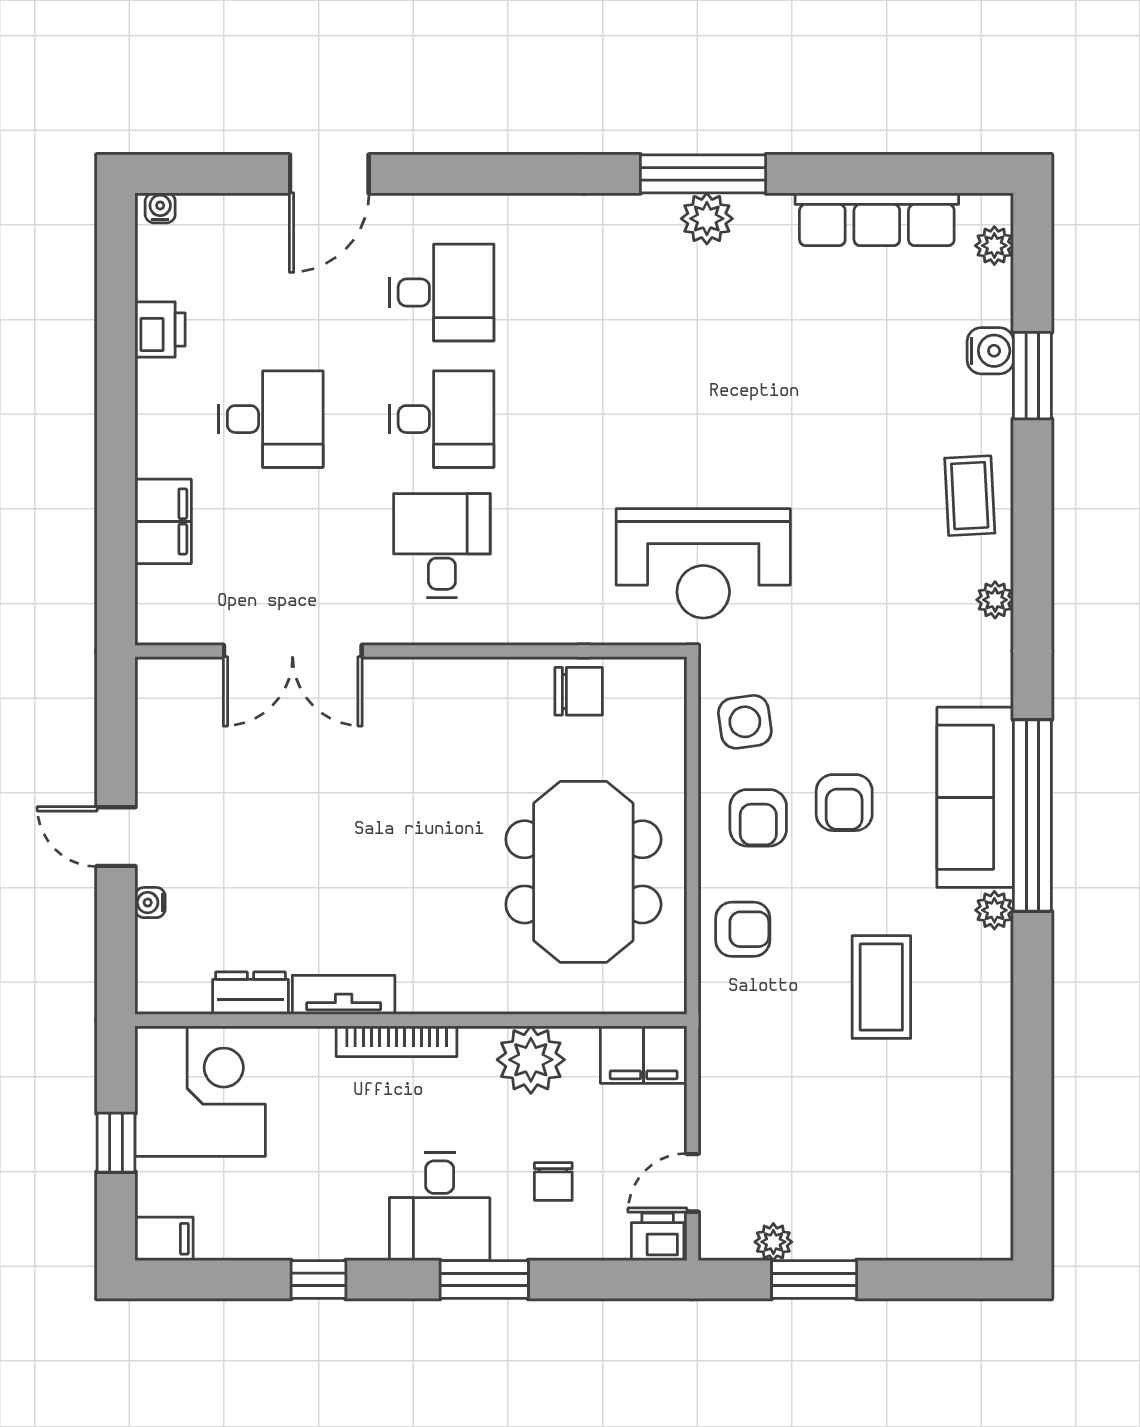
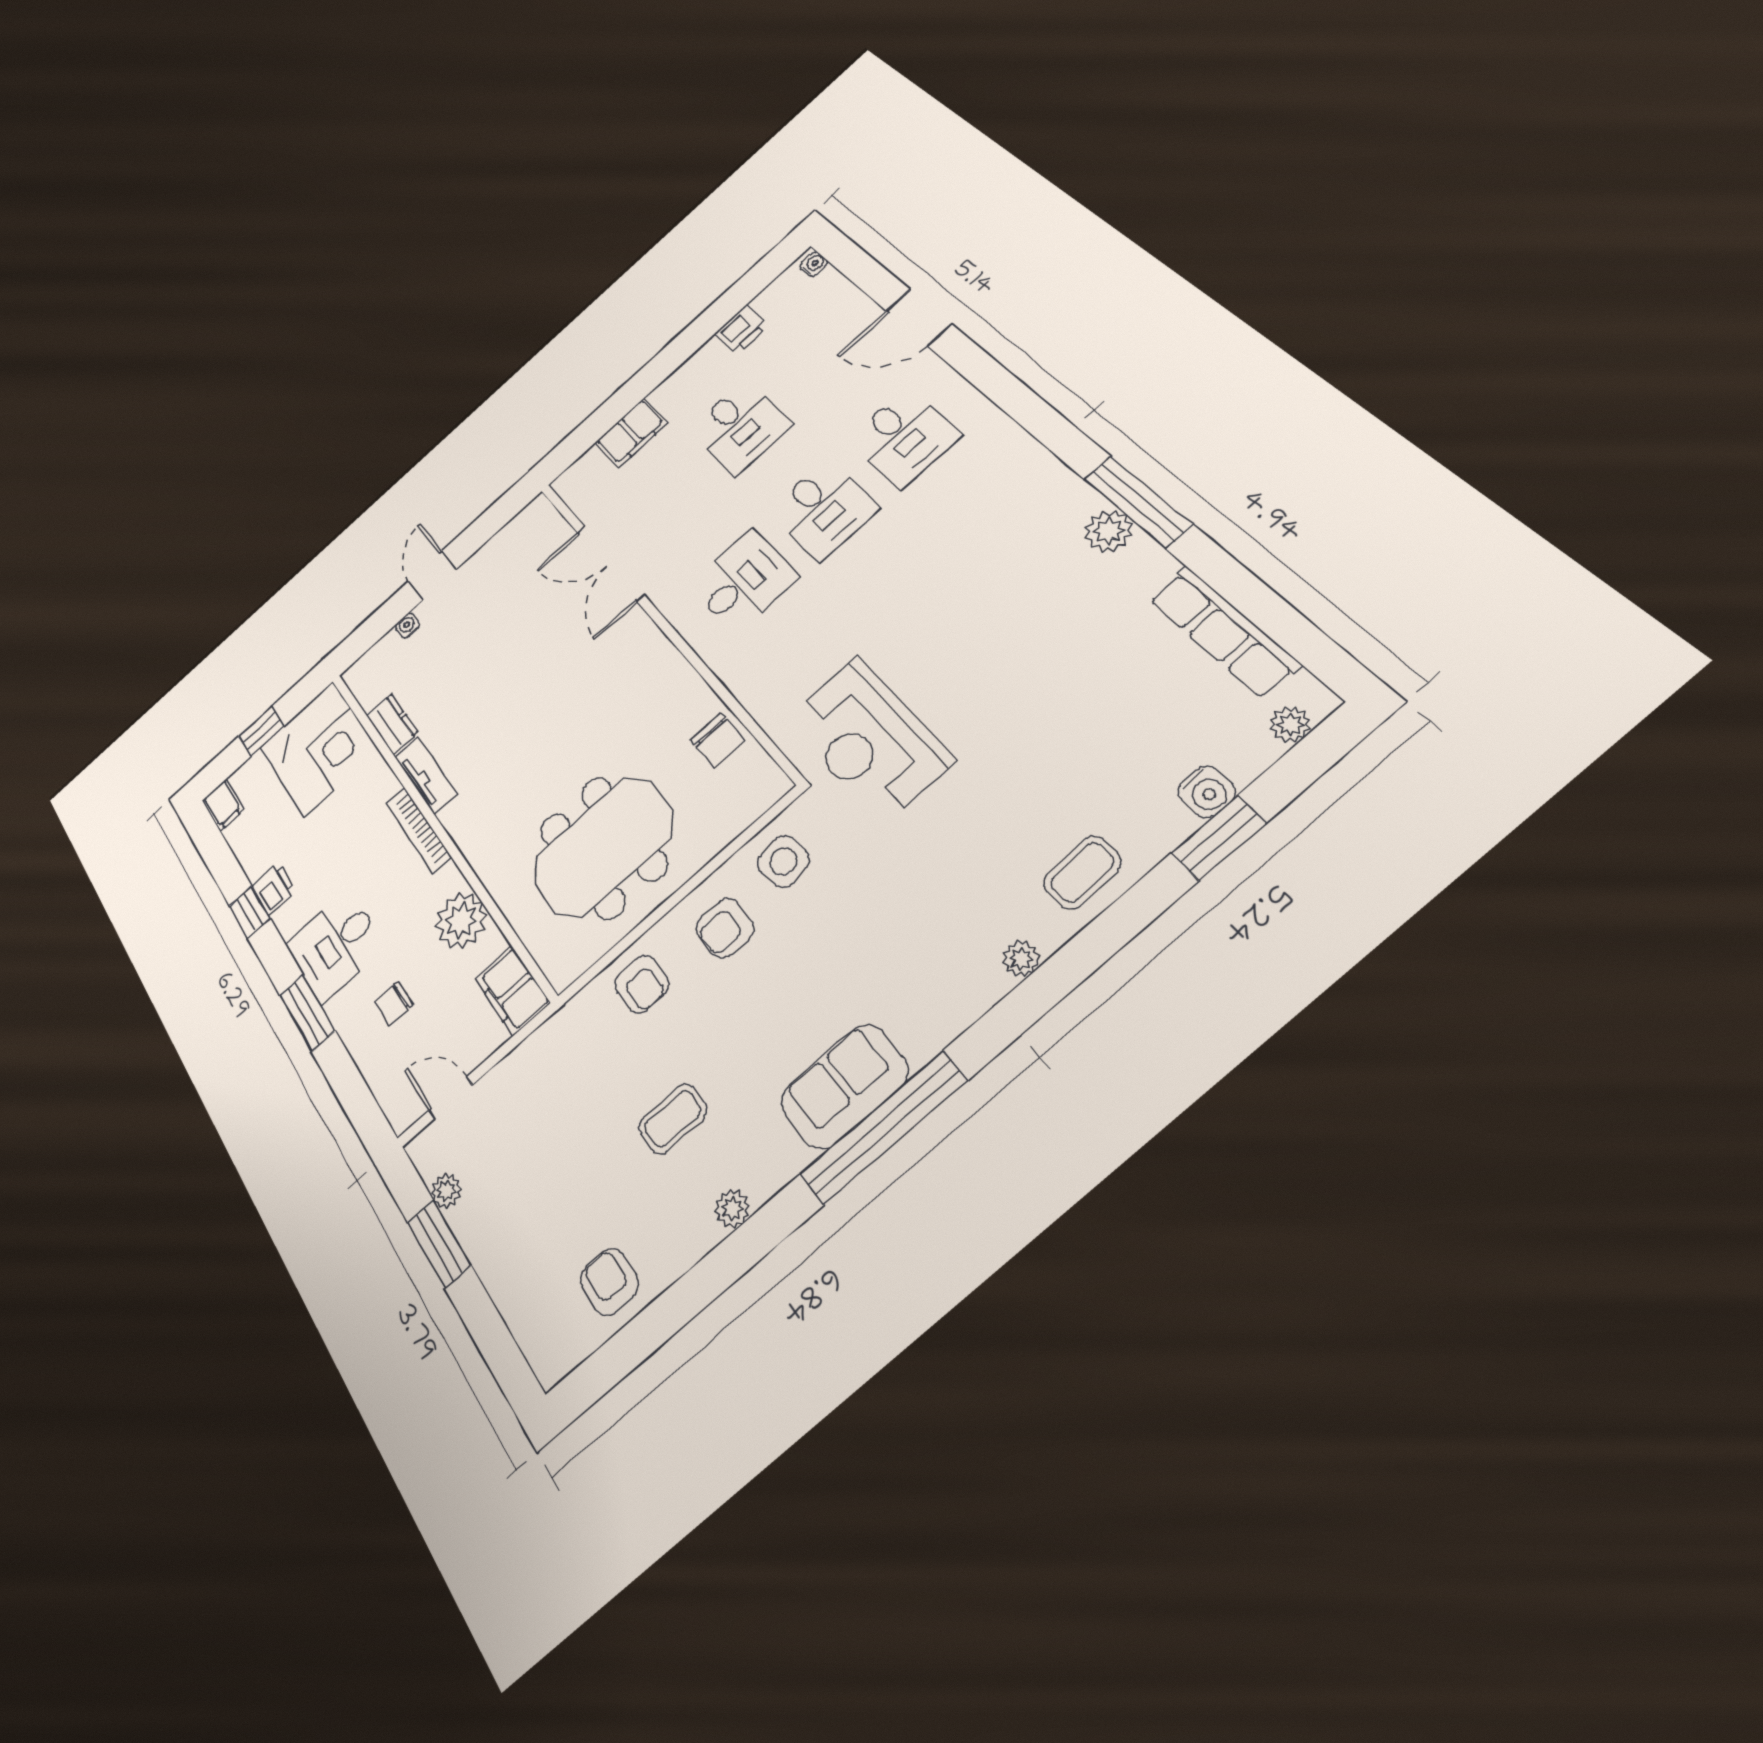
sofa: (975, 797) -> (844, 1086), width x0.73
armchair: (844, 803) -> (609, 1282), moved, turned 90
plant: (994, 910) -> (732, 1209), moved
coffee table: (881, 987) -> (672, 1119), width x0.73, depth x0.77
printer: (658, 1237) -> (274, 889), moved

